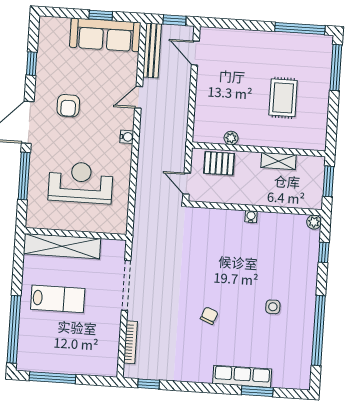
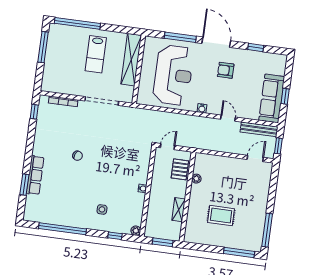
reception desk: (81, 182) -> (173, 75), width x1.36, depth x1.30
side table: (273, 307) -> (102, 209), moved

